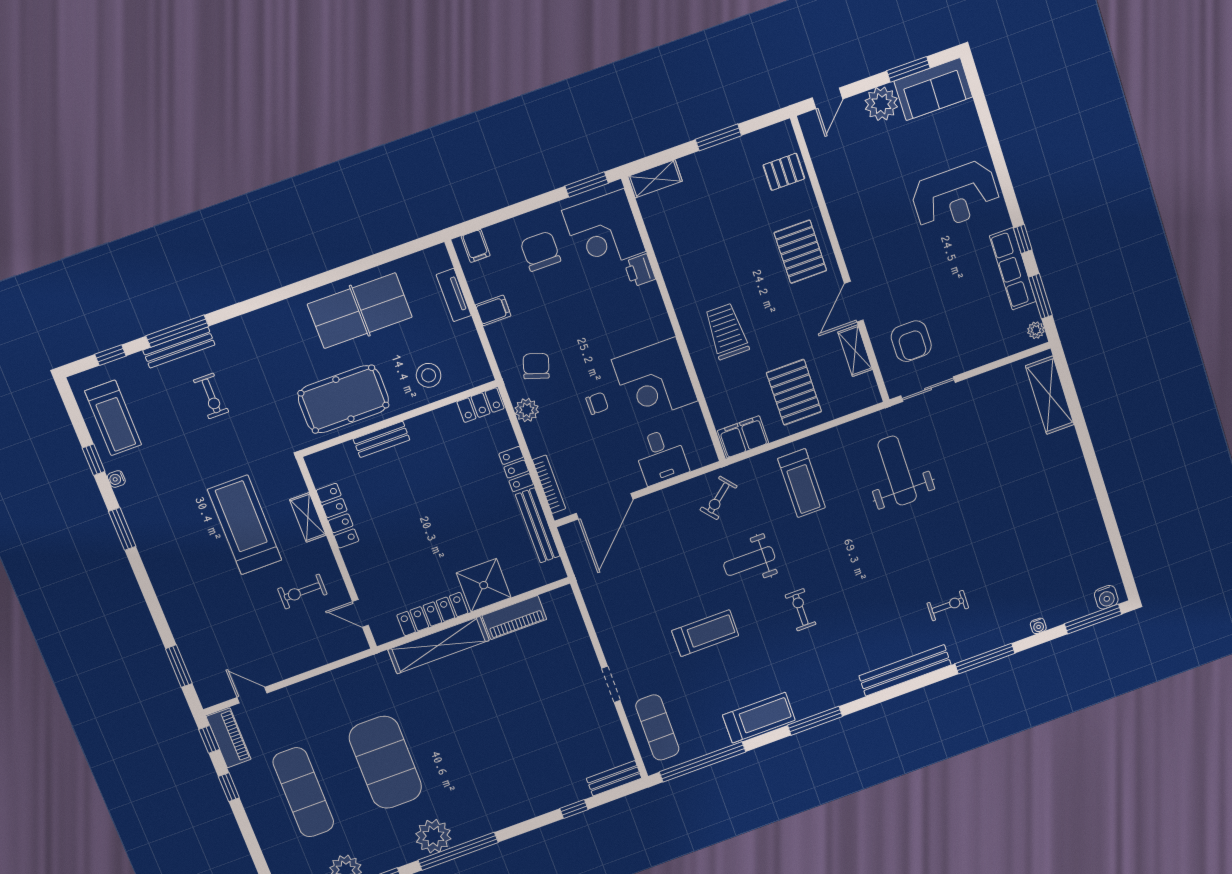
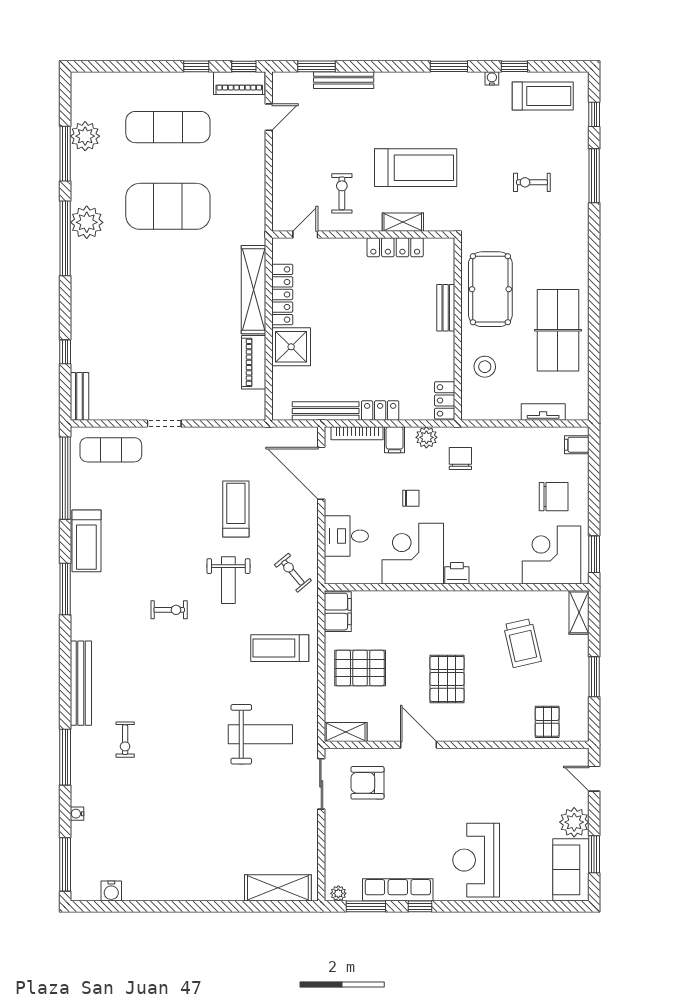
pallet: (800, 252) -> (447, 679), moved, turned 90
printer: (640, 270) -> (457, 573), moved
filing cabinet: (493, 310) -> (395, 440), moved
trolley: (727, 331) -> (522, 643), moved, turned 77
bench: (179, 348) -> (344, 80), moved, turned 90
shelving: (855, 351) -> (346, 732), moved
chair: (536, 366) -> (460, 459), turned -108
chair: (597, 403) -> (411, 498), turned -90
treadmill: (113, 418) -> (543, 96), turned 180
weight bench: (749, 561) -> (228, 580), turned 180
water cooler: (1106, 597) -> (111, 891), moved, turned -90
treadmill: (705, 633) -> (236, 509), moved, turned 180

